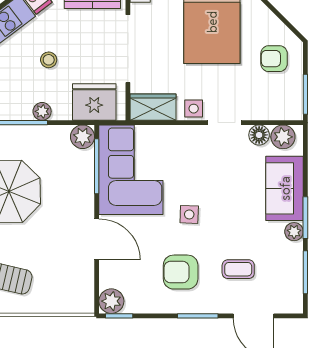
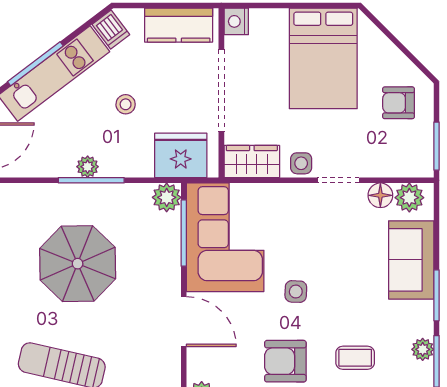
plant: (42, 111) -> (88, 167), moved
plant: (294, 232) -> (423, 349), moved

